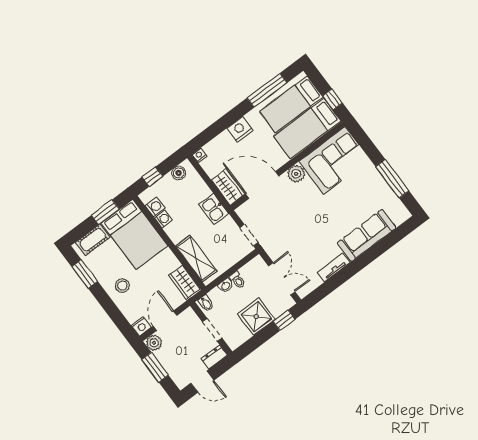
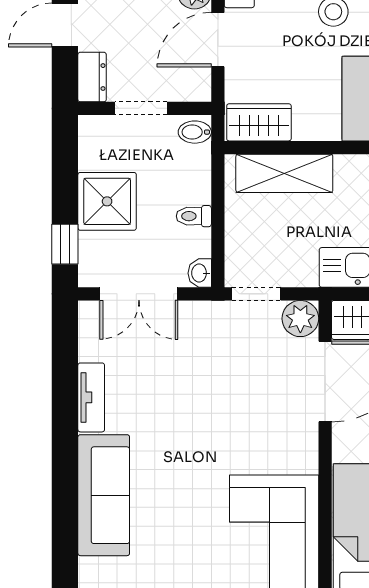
plant: (296, 174) -> (300, 319), moved
washbasin: (226, 286) -> (200, 273), moved
door: (165, 321) -> (218, 40), swing flipped

